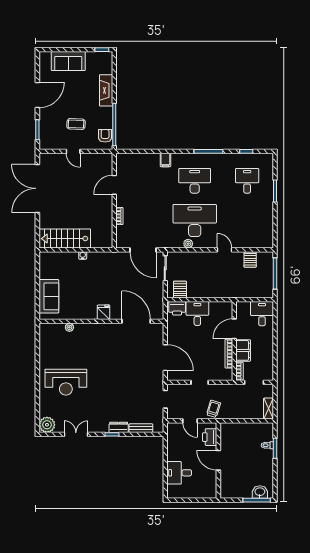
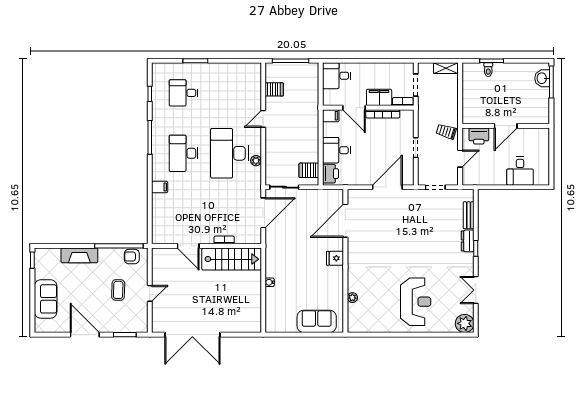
stairs: (65, 239) -> (232, 259), moved, turned -90
filing cabinet: (227, 308) -> (331, 116), added

